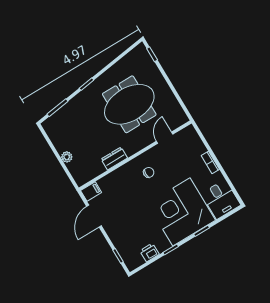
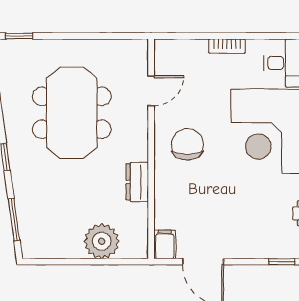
door: (165, 138) -> (151, 91), swing flipped
plant: (67, 157) -> (102, 241), width x1.88, depth x1.88
chair: (149, 172) -> (187, 144), width x1.87, depth x1.87

